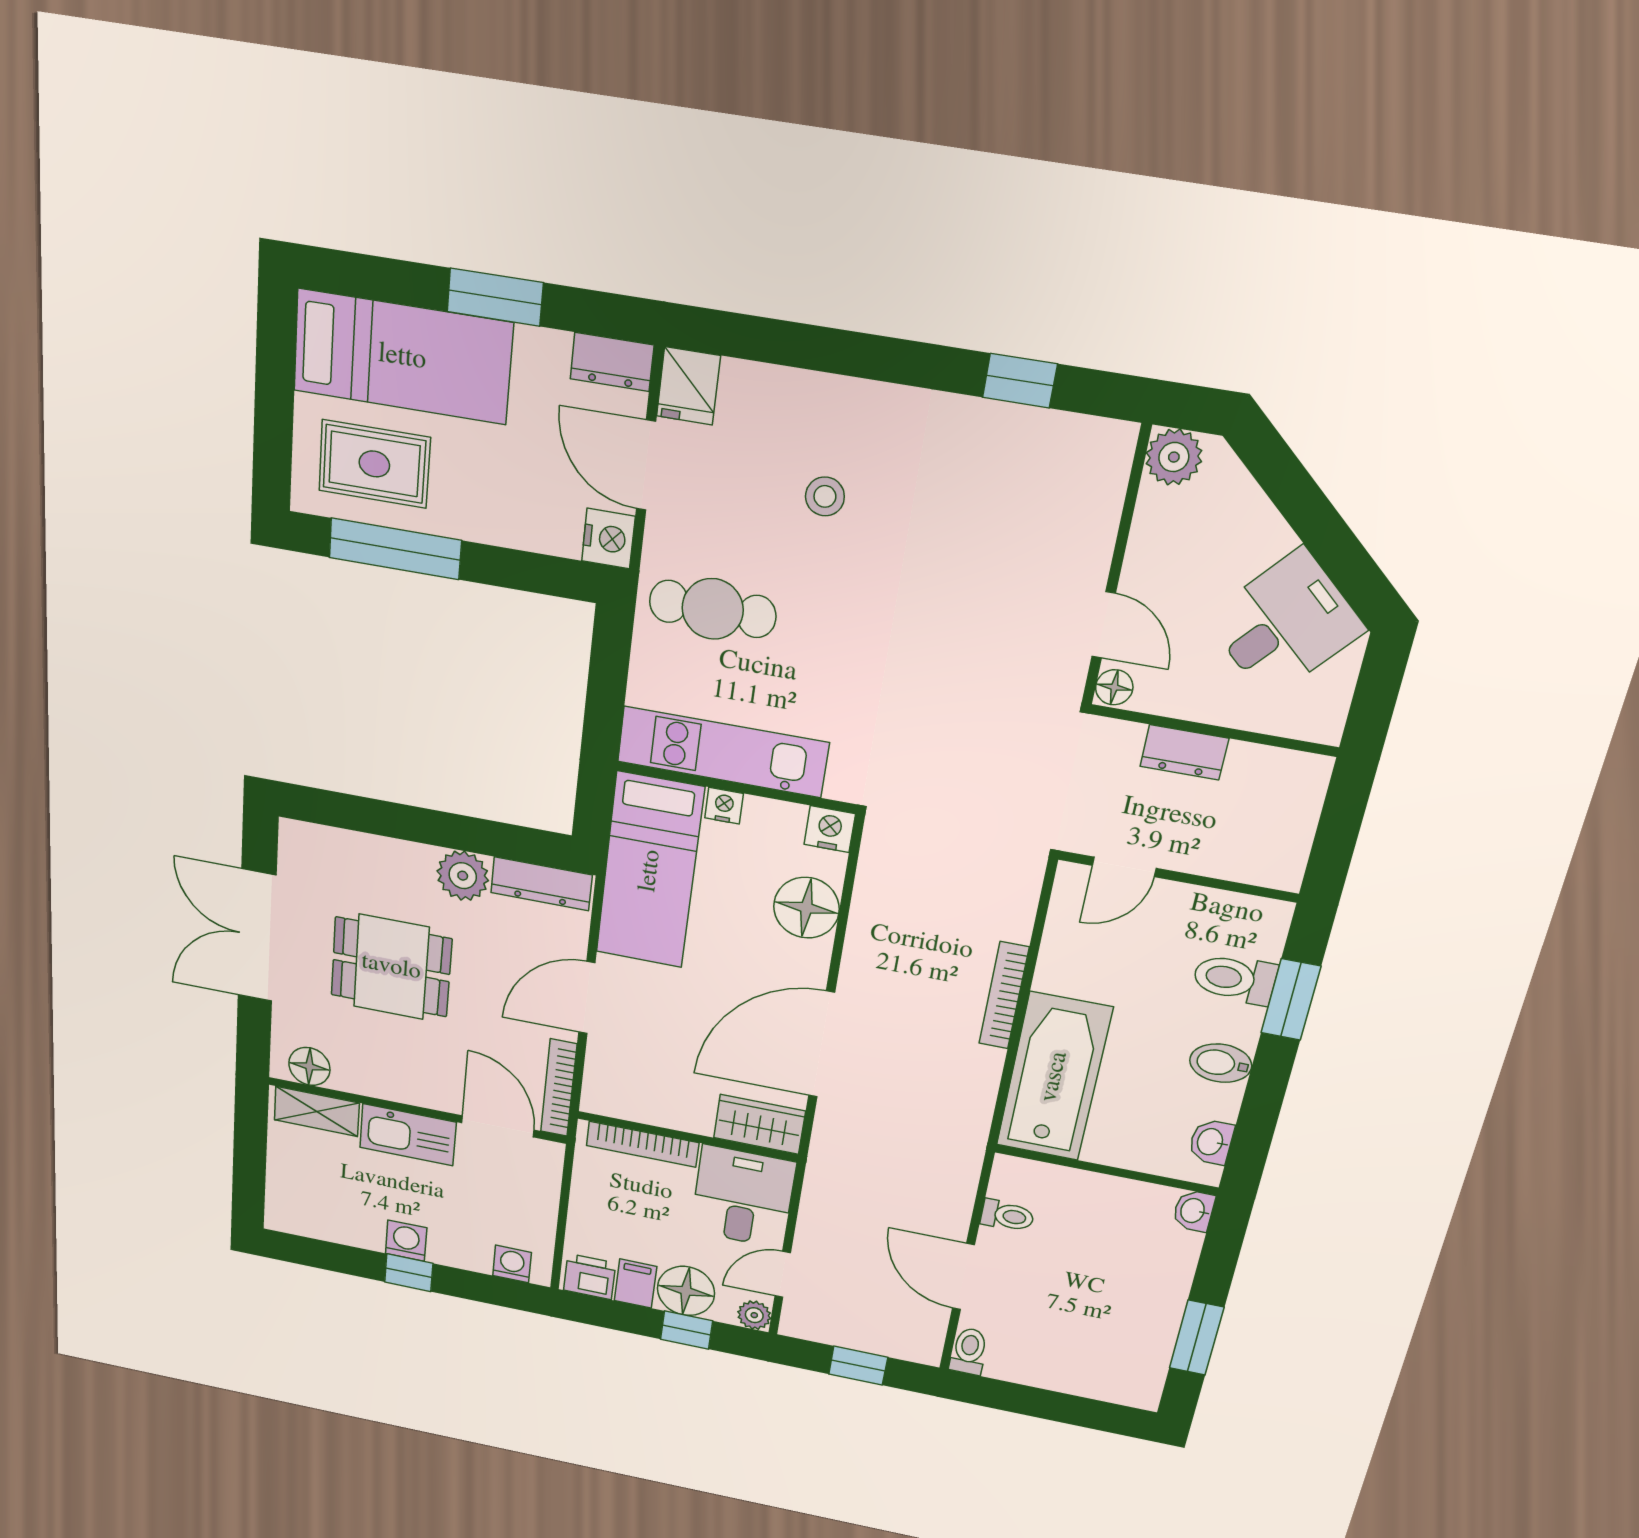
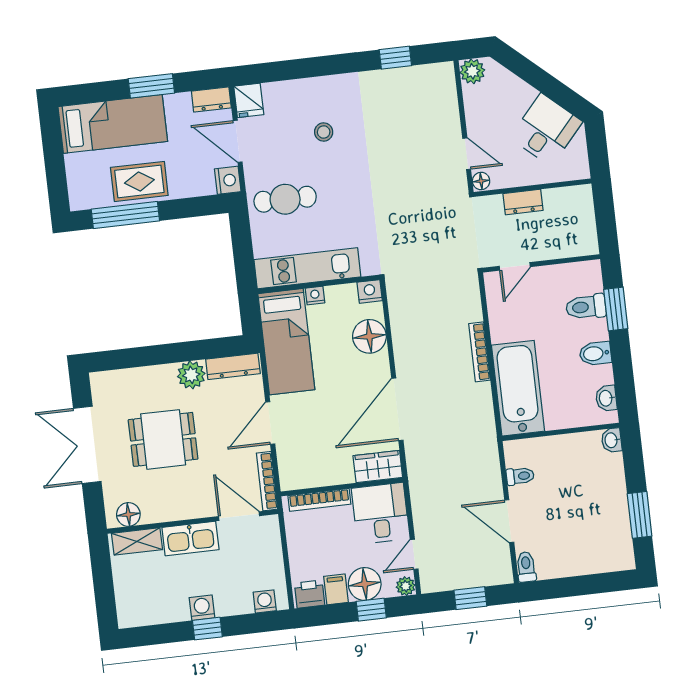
rug: (374, 464) -> (139, 181), moved

